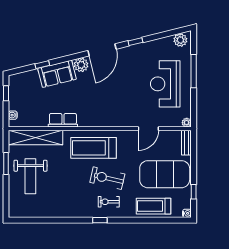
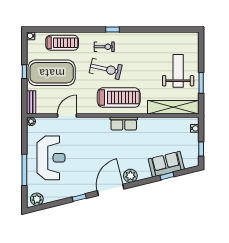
sofa: (57, 74) -> (166, 164), moved
row of seats: (63, 120) -> (124, 124), moved
window: (194, 192) -> (24, 72), moved

